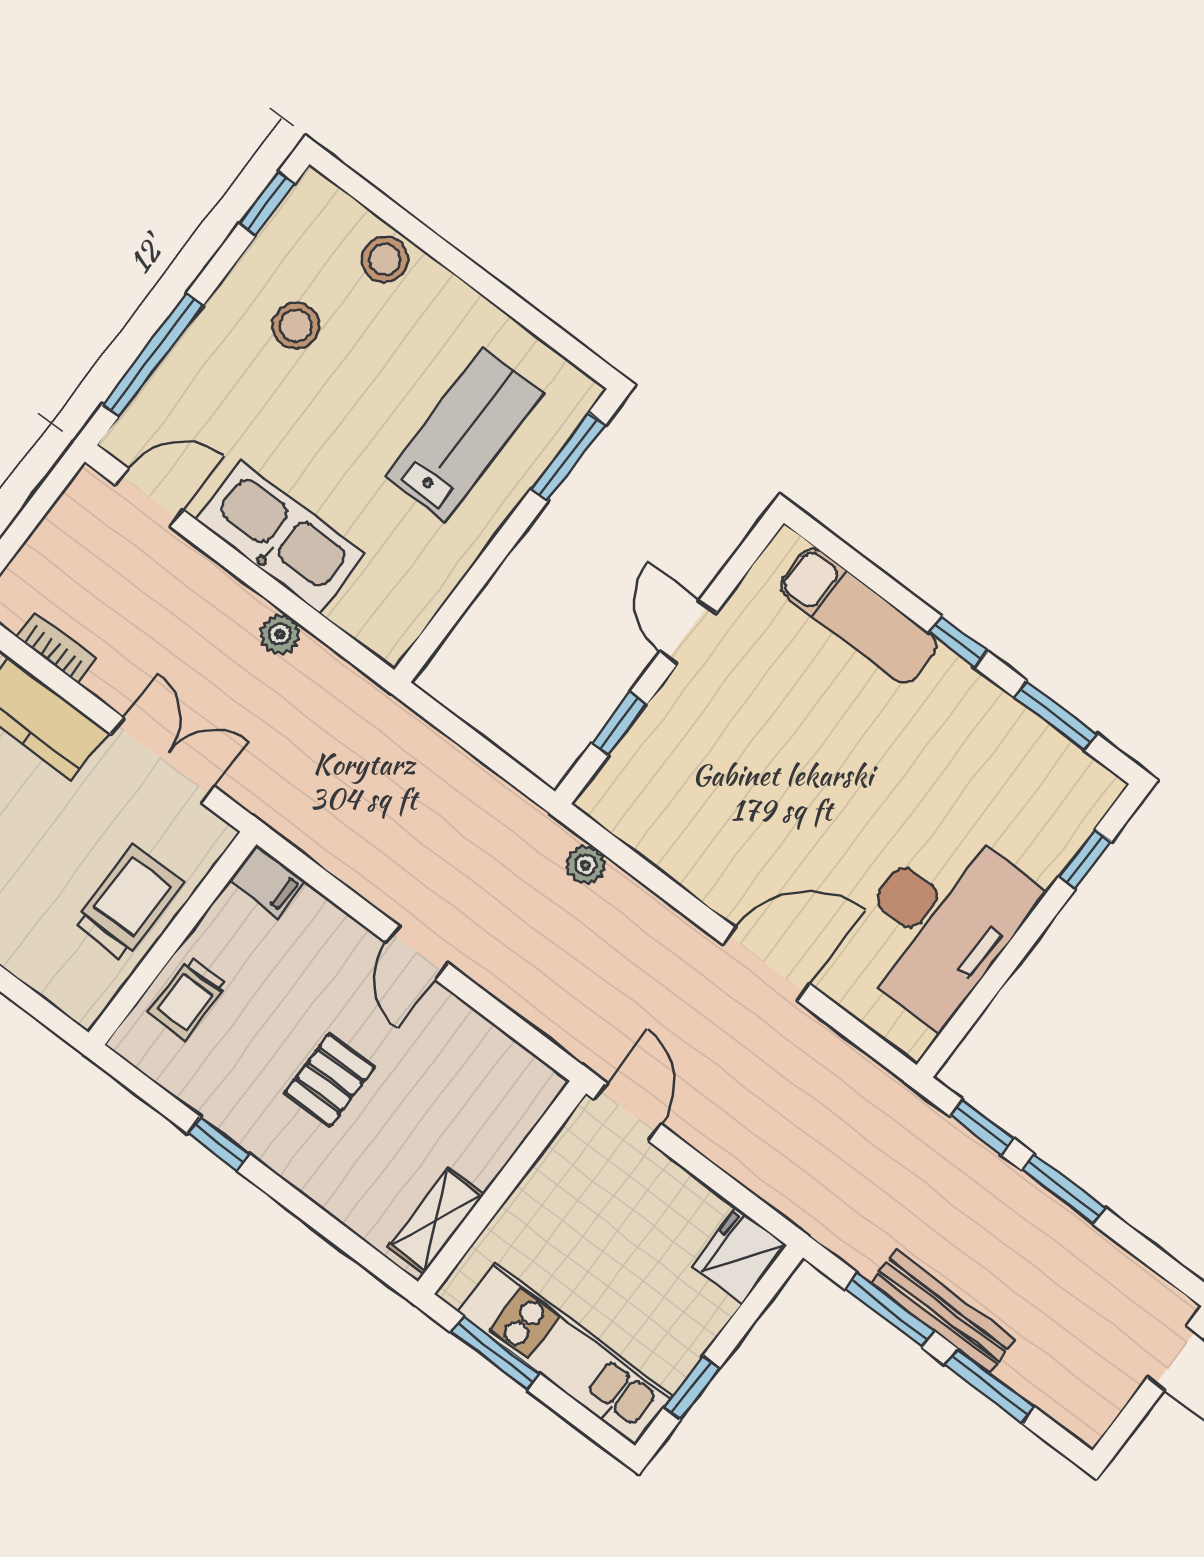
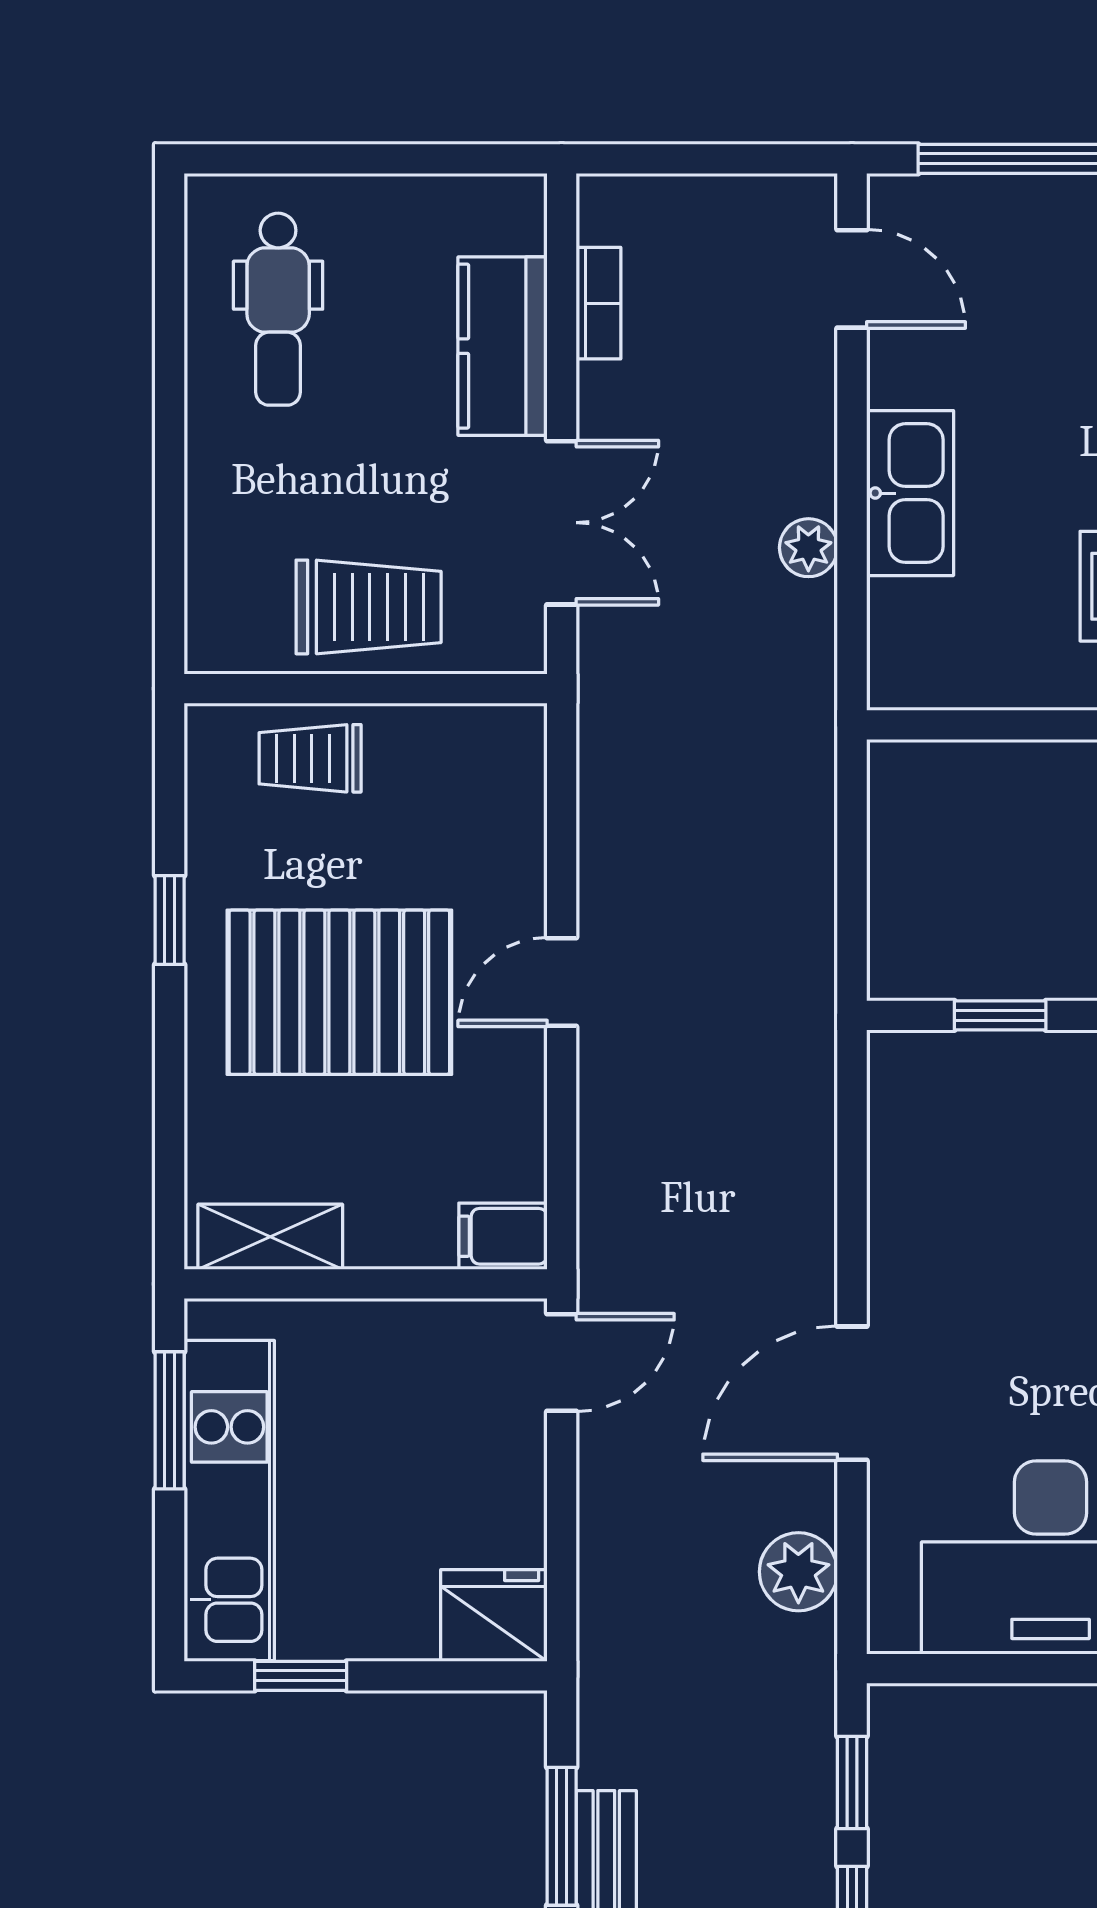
kitchen sink: (280, 537) -> (910, 493), width x0.73, depth x0.81
plant: (585, 865) -> (798, 1572), moved, width x1.38, depth x1.38
filing cabinet: (267, 881) -> (503, 1236), moved, turned 90
door: (766, 964) -> (852, 1393), swing flipped
pallet: (330, 1080) -> (339, 992), width x2.05, depth x2.00

